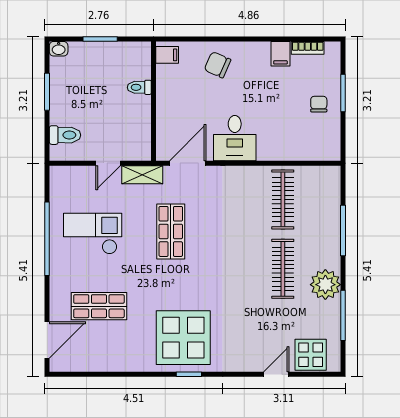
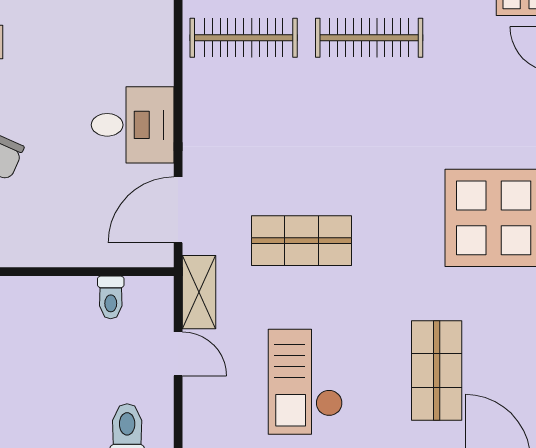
toilet: (139, 87) -> (111, 297), moved
door: (188, 163) -> (178, 210), hinge flipped

